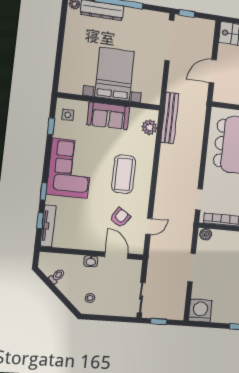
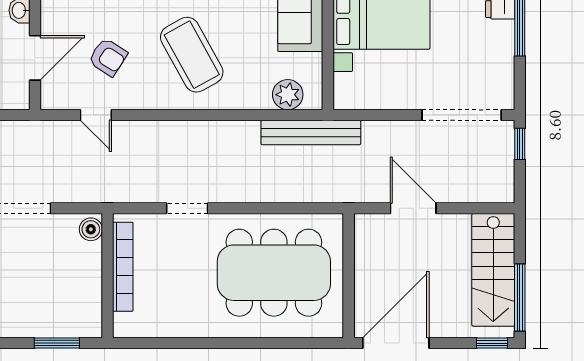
coffee table: (124, 174) -> (192, 55), turned 61
doorway: (199, 199) -> (187, 208), moved

